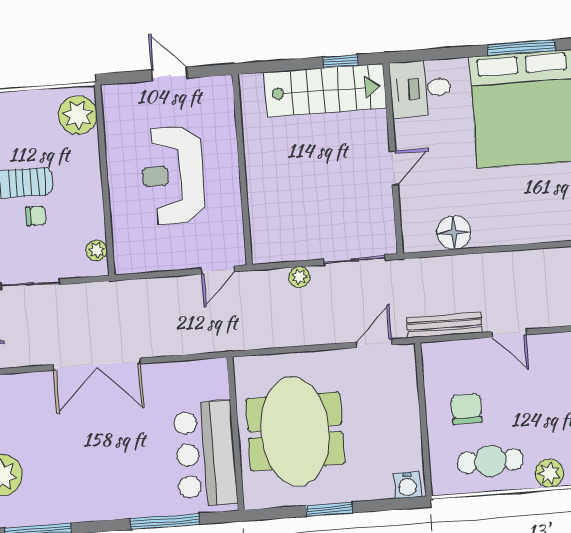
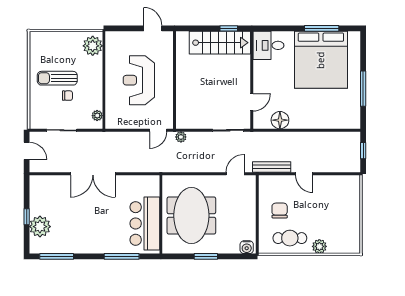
door: (169, 74) -> (153, 28), moved
door: (394, 168) -> (252, 102), moved
plant: (299, 277) -> (181, 137), moved

